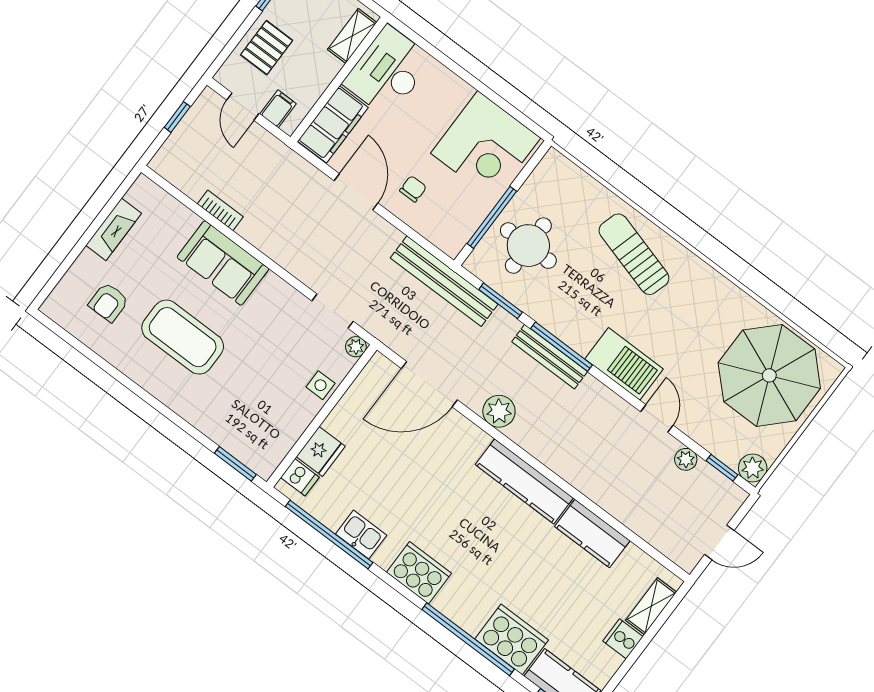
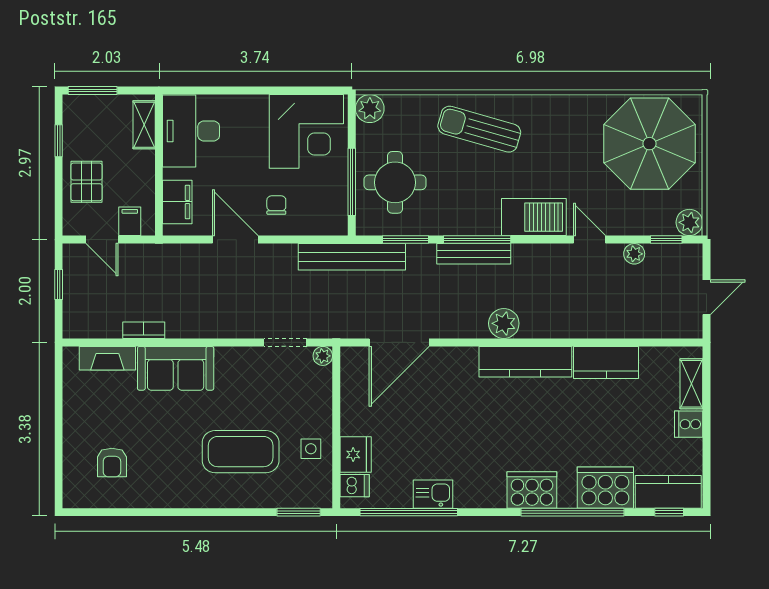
filing cabinet: (333, 124) -> (177, 202), width x0.67, depth x0.86
plant: (554, 167) -> (370, 109), added
fireplace: (114, 229) -> (107, 358), moved, turned 90
coffee table: (183, 337) -> (241, 452), moved
side table: (320, 385) -> (311, 449), moved
plant: (499, 411) -> (504, 323), moved
cooker: (419, 573) -> (532, 490), moved

